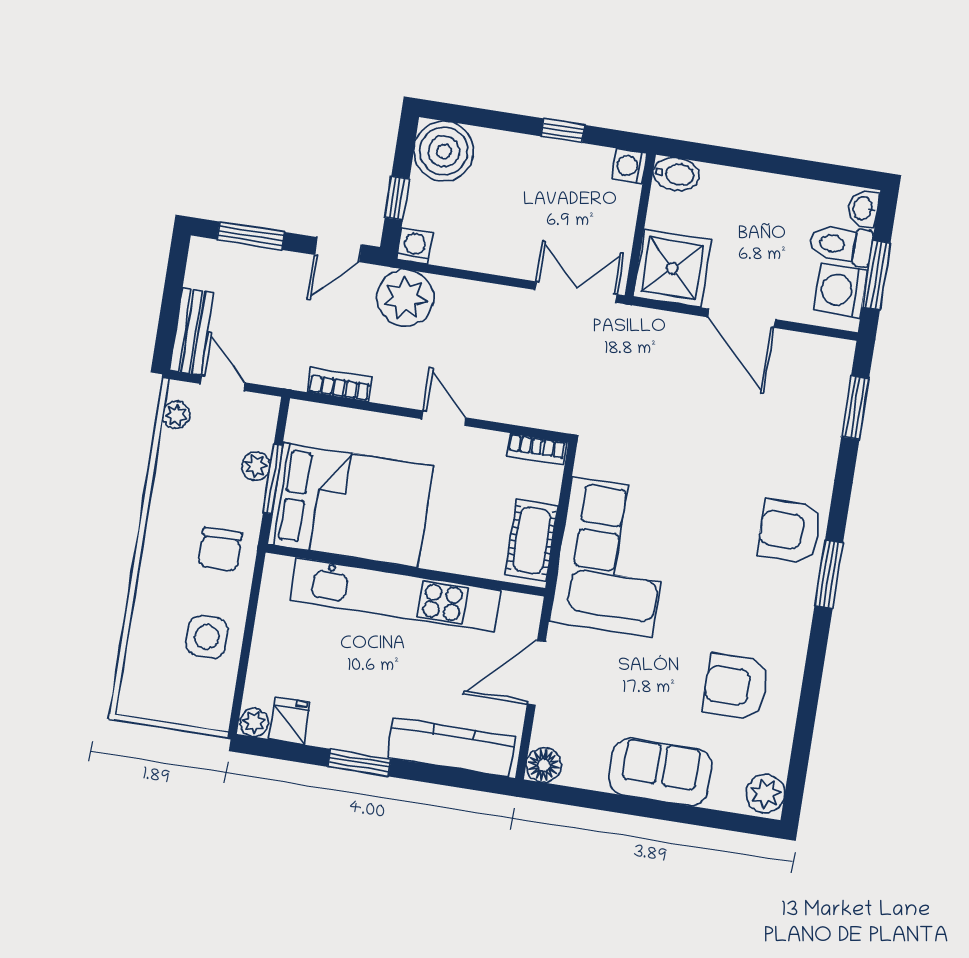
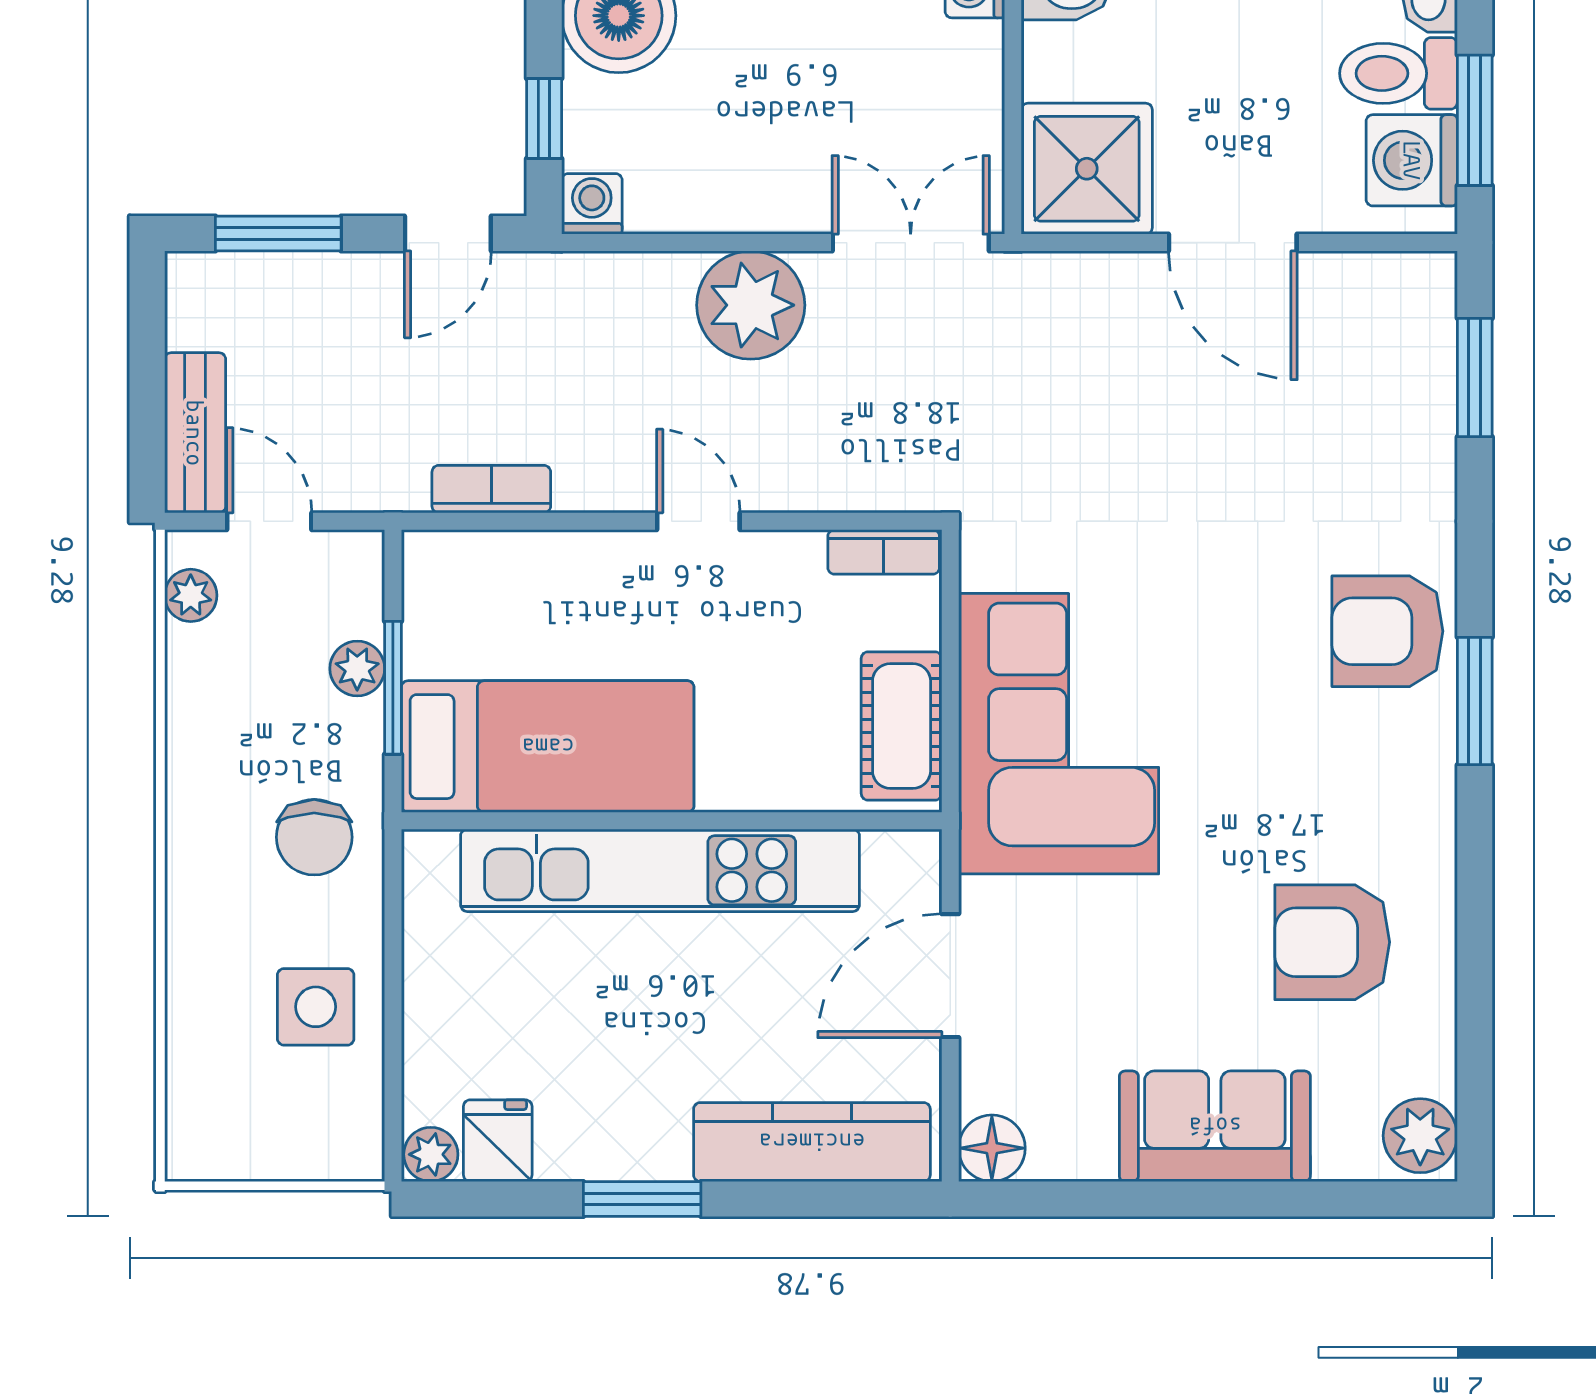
plant: (406, 298) -> (751, 305), moved
bed: (350, 505) -> (548, 747), width x0.67

